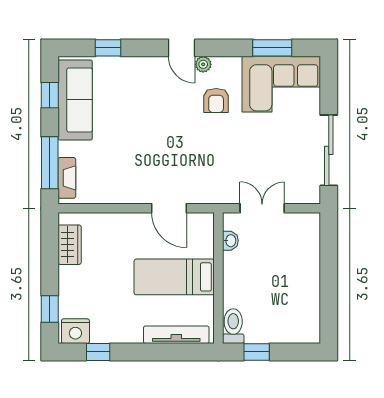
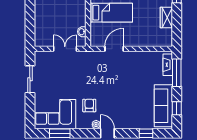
sliding door: (329, 150) -> (30, 79), width x0.73
door: (169, 208) -> (114, 49), hinge flipped
double door: (262, 208) -> (65, 49), swing flipped
wardrobe: (70, 245) -> (166, 18), moved

